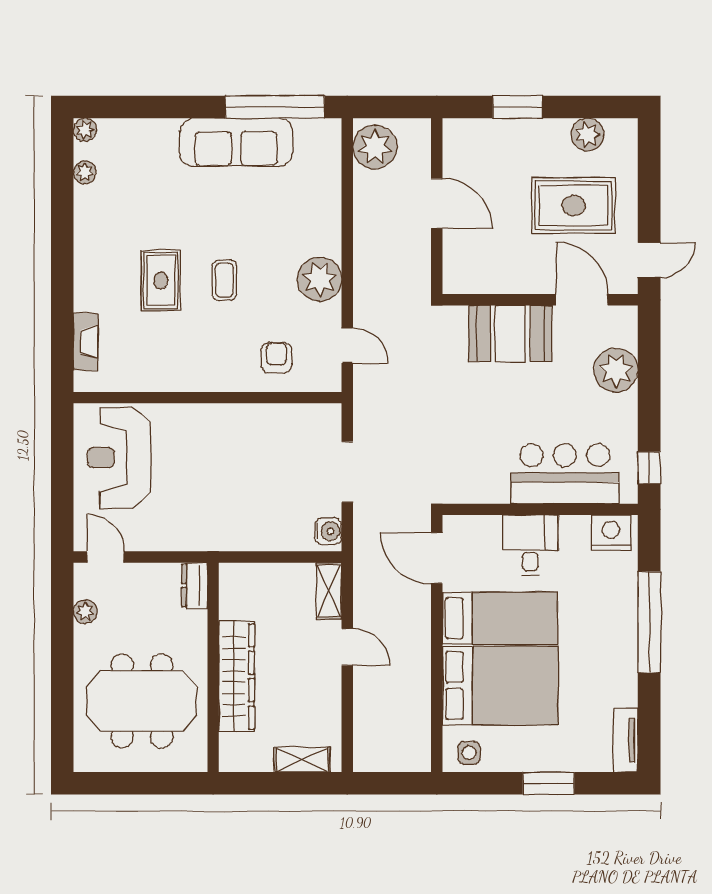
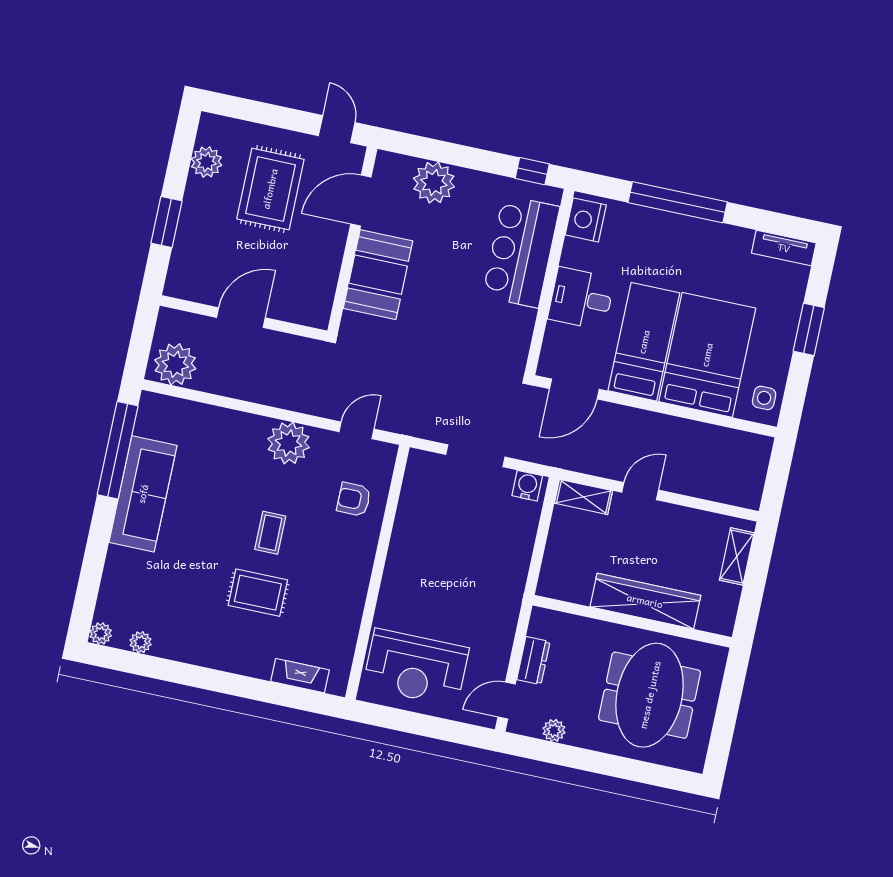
coffee table: (224, 280) -> (270, 533), turned 90
dresser: (195, 586) -> (533, 661), moved, turned -90

